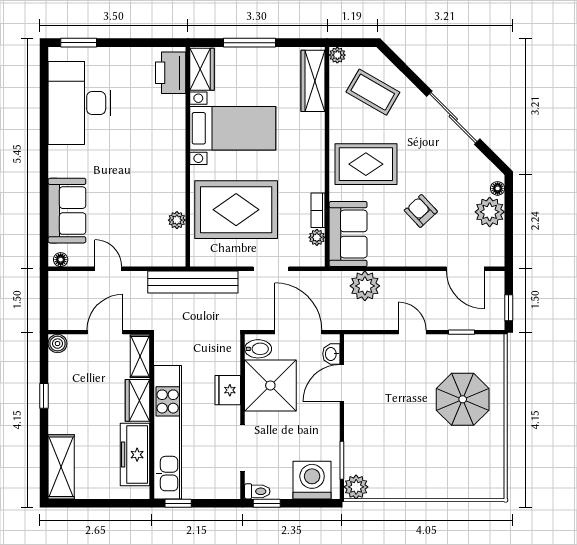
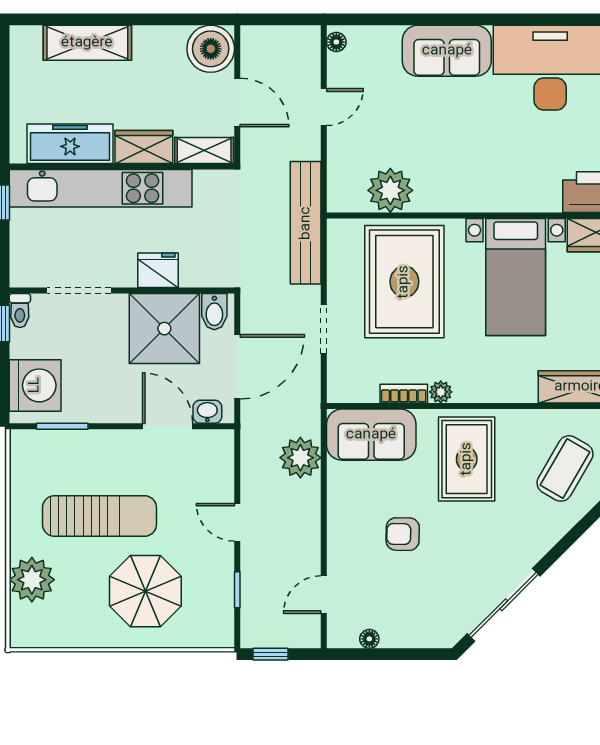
sliding door: (453, 118) -> (504, 605), moved
floor lamp: (498, 188) -> (369, 639), moved
sofa: (67, 211) -> (447, 51), moved
armchair: (421, 211) -> (403, 534), turned -136
plant: (490, 212) -> (401, 628), removed
plant: (177, 220) -> (390, 190), width x1.87, depth x1.87
plant: (317, 237) -> (441, 392), moved
door: (465, 269) -> (324, 595), width x0.73
door: (412, 332) -> (237, 522), swing flipped
boiler: (58, 344) -> (211, 49), width x1.86, depth x1.86
window: (44, 396) -> (150, 19), removed
sun lounger: (408, 433) -> (99, 516), added
shelving: (61, 467) -> (87, 43), moved
plant: (356, 487) -> (32, 580), moved, width x1.36, depth x1.36

